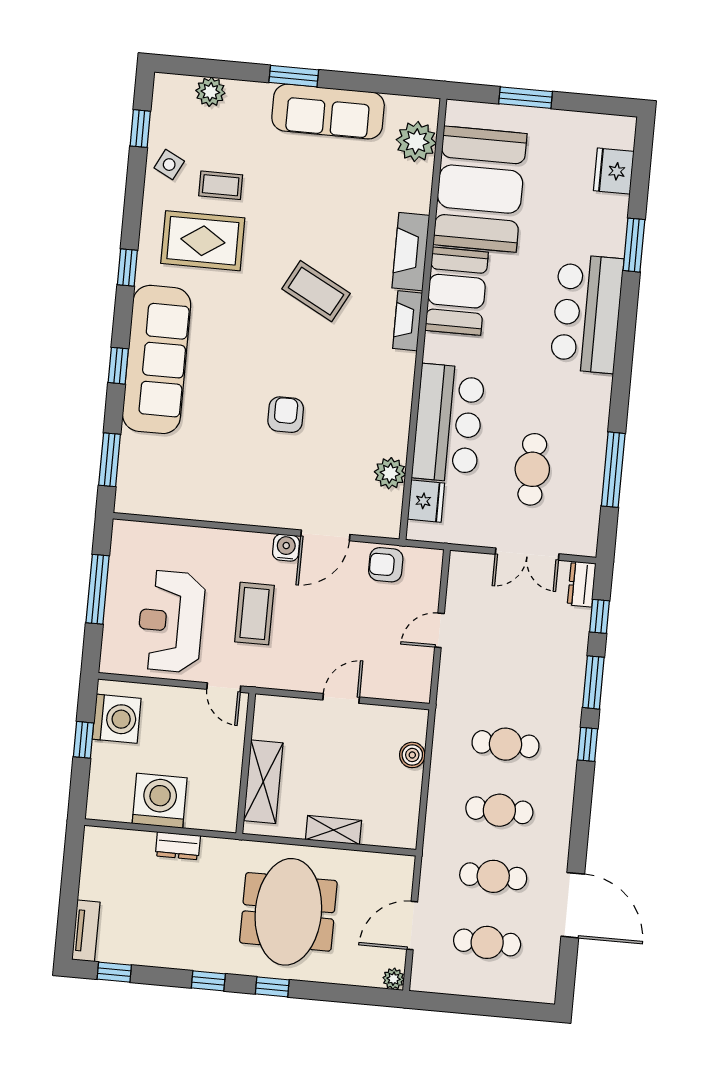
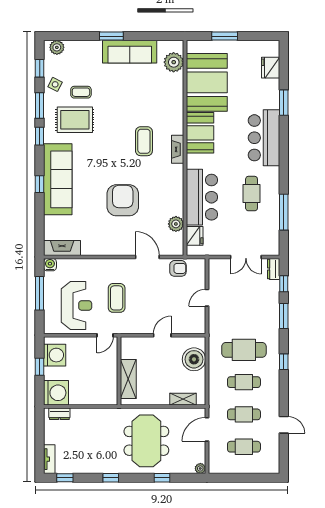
plant: (210, 92) -> (57, 47), moved
fireplace: (411, 252) -> (62, 248), moved, turned 90
coffee table: (316, 291) -> (144, 141), moved, turned 62
armchair: (286, 415) -> (123, 200), width x1.88, depth x1.88
window: (110, 460) -> (40, 106), moved
cafe table: (532, 469) -> (252, 194), moved
door: (325, 535) -> (147, 257), swing flipped
water cooler: (286, 548) -> (50, 265), moved
armchair: (386, 565) -> (178, 268), turned 180
reception desk: (171, 621) -> (76, 305), turned 180
door: (224, 688) -> (105, 335), hinge flipped
cafe table: (505, 744) -> (244, 350), width x1.37, depth x1.35
window: (588, 744) -> (284, 362), moved
boiler: (412, 755) -> (194, 359), width x1.86, depth x1.86
washing machine: (160, 801) -> (56, 393), moved, turned 90
shelving: (334, 830) -> (183, 399), moved
dresser: (178, 846) -> (59, 414), moved
door: (573, 905) -> (284, 425), width x0.53
door: (412, 926) -> (207, 429), moved
window: (272, 987) -> (162, 478), moved

